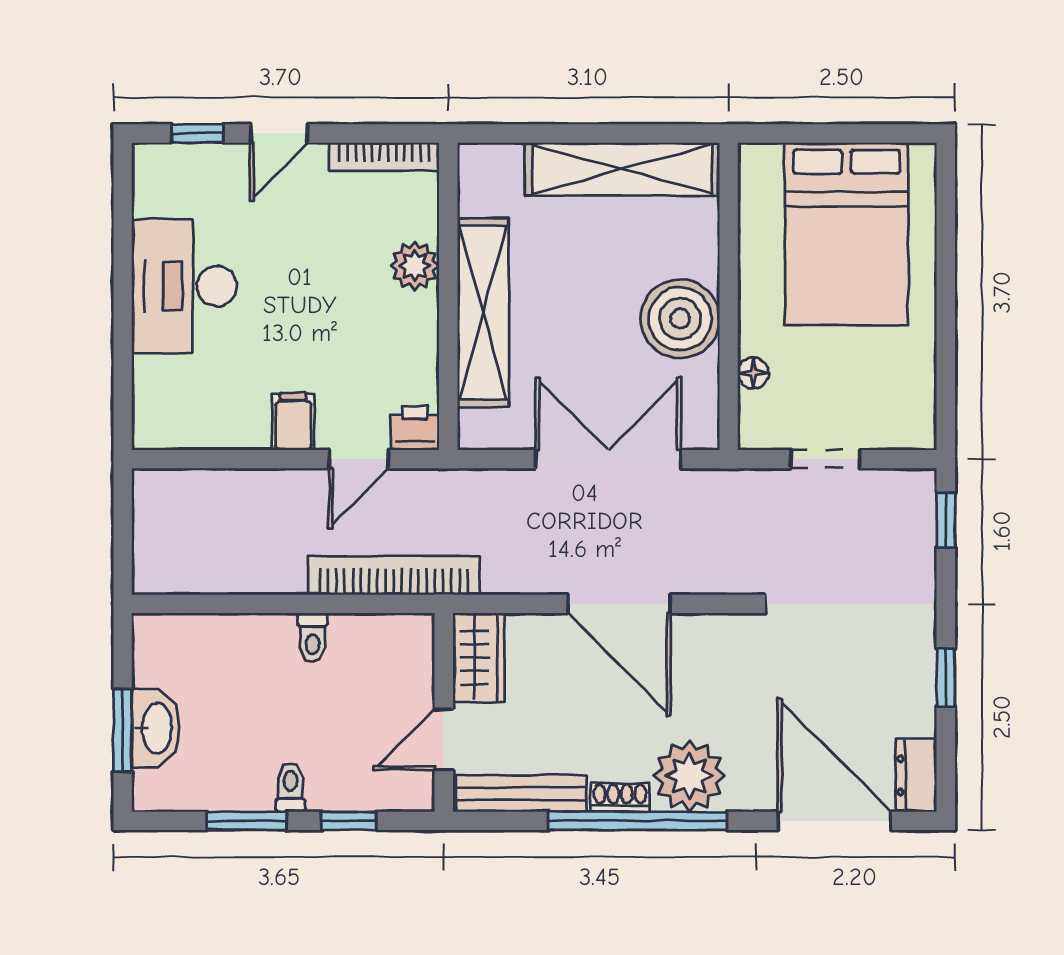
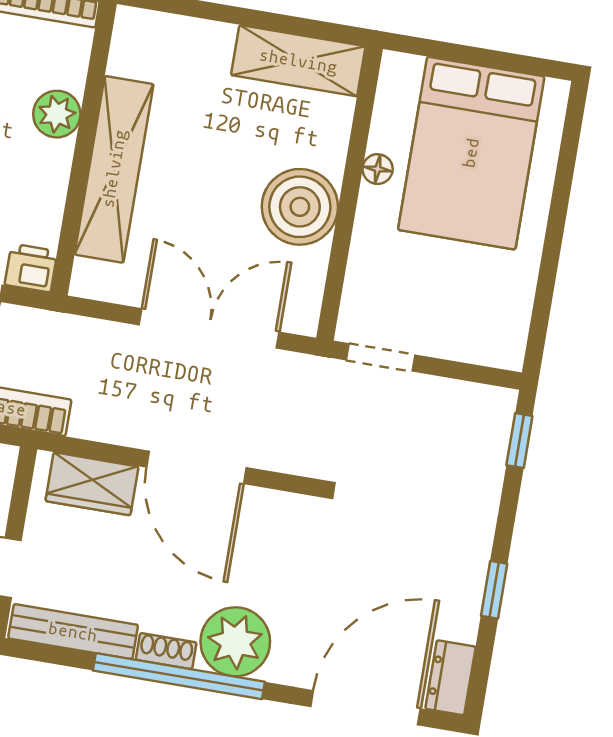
shelving: (622, 169) -> (298, 61), width x0.68
floor lamp: (753, 373) -> (378, 169), moved
doorway: (825, 459) -> (381, 357), moved
wardrobe: (479, 658) -> (92, 484), moved, turned 90
door: (834, 821) -> (366, 708), hinge flipped

